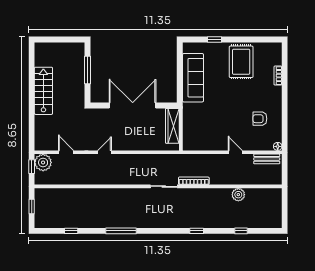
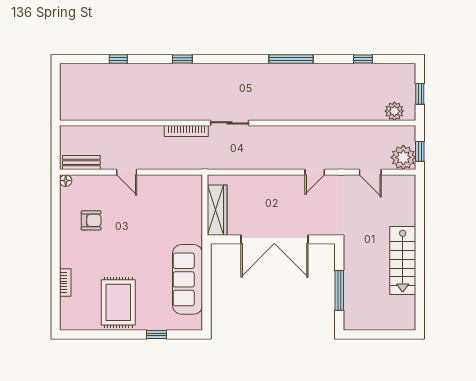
plant: (238, 195) -> (394, 111), moved

